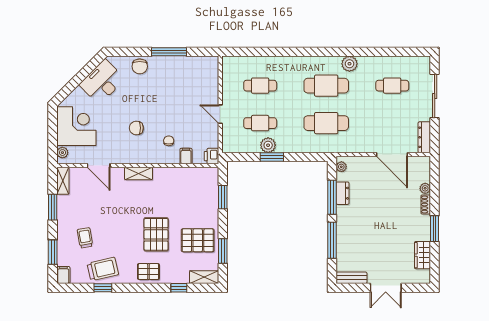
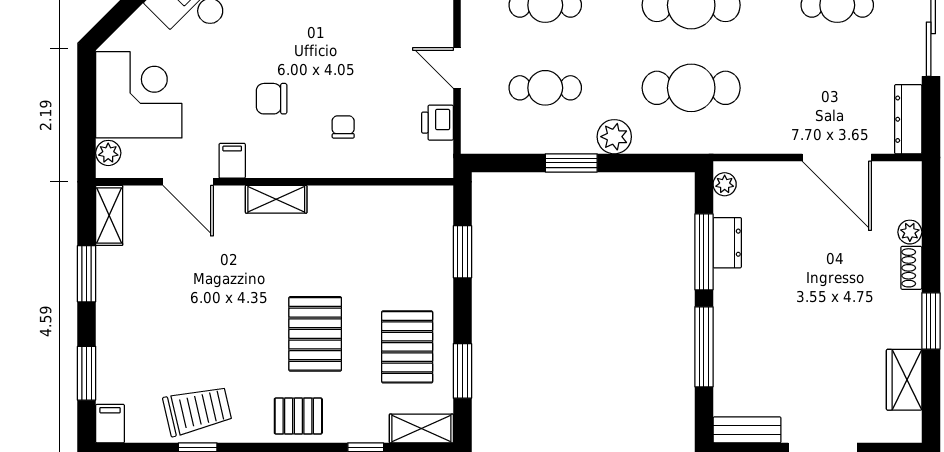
plant: (268, 145) -> (614, 137), moved
filing cabinet: (186, 156) -> (232, 161), moved
printer: (211, 156) -> (438, 123), moved
trolley: (85, 238) -> (158, 341), removed
pallet: (198, 240) -> (407, 347), turned 90

